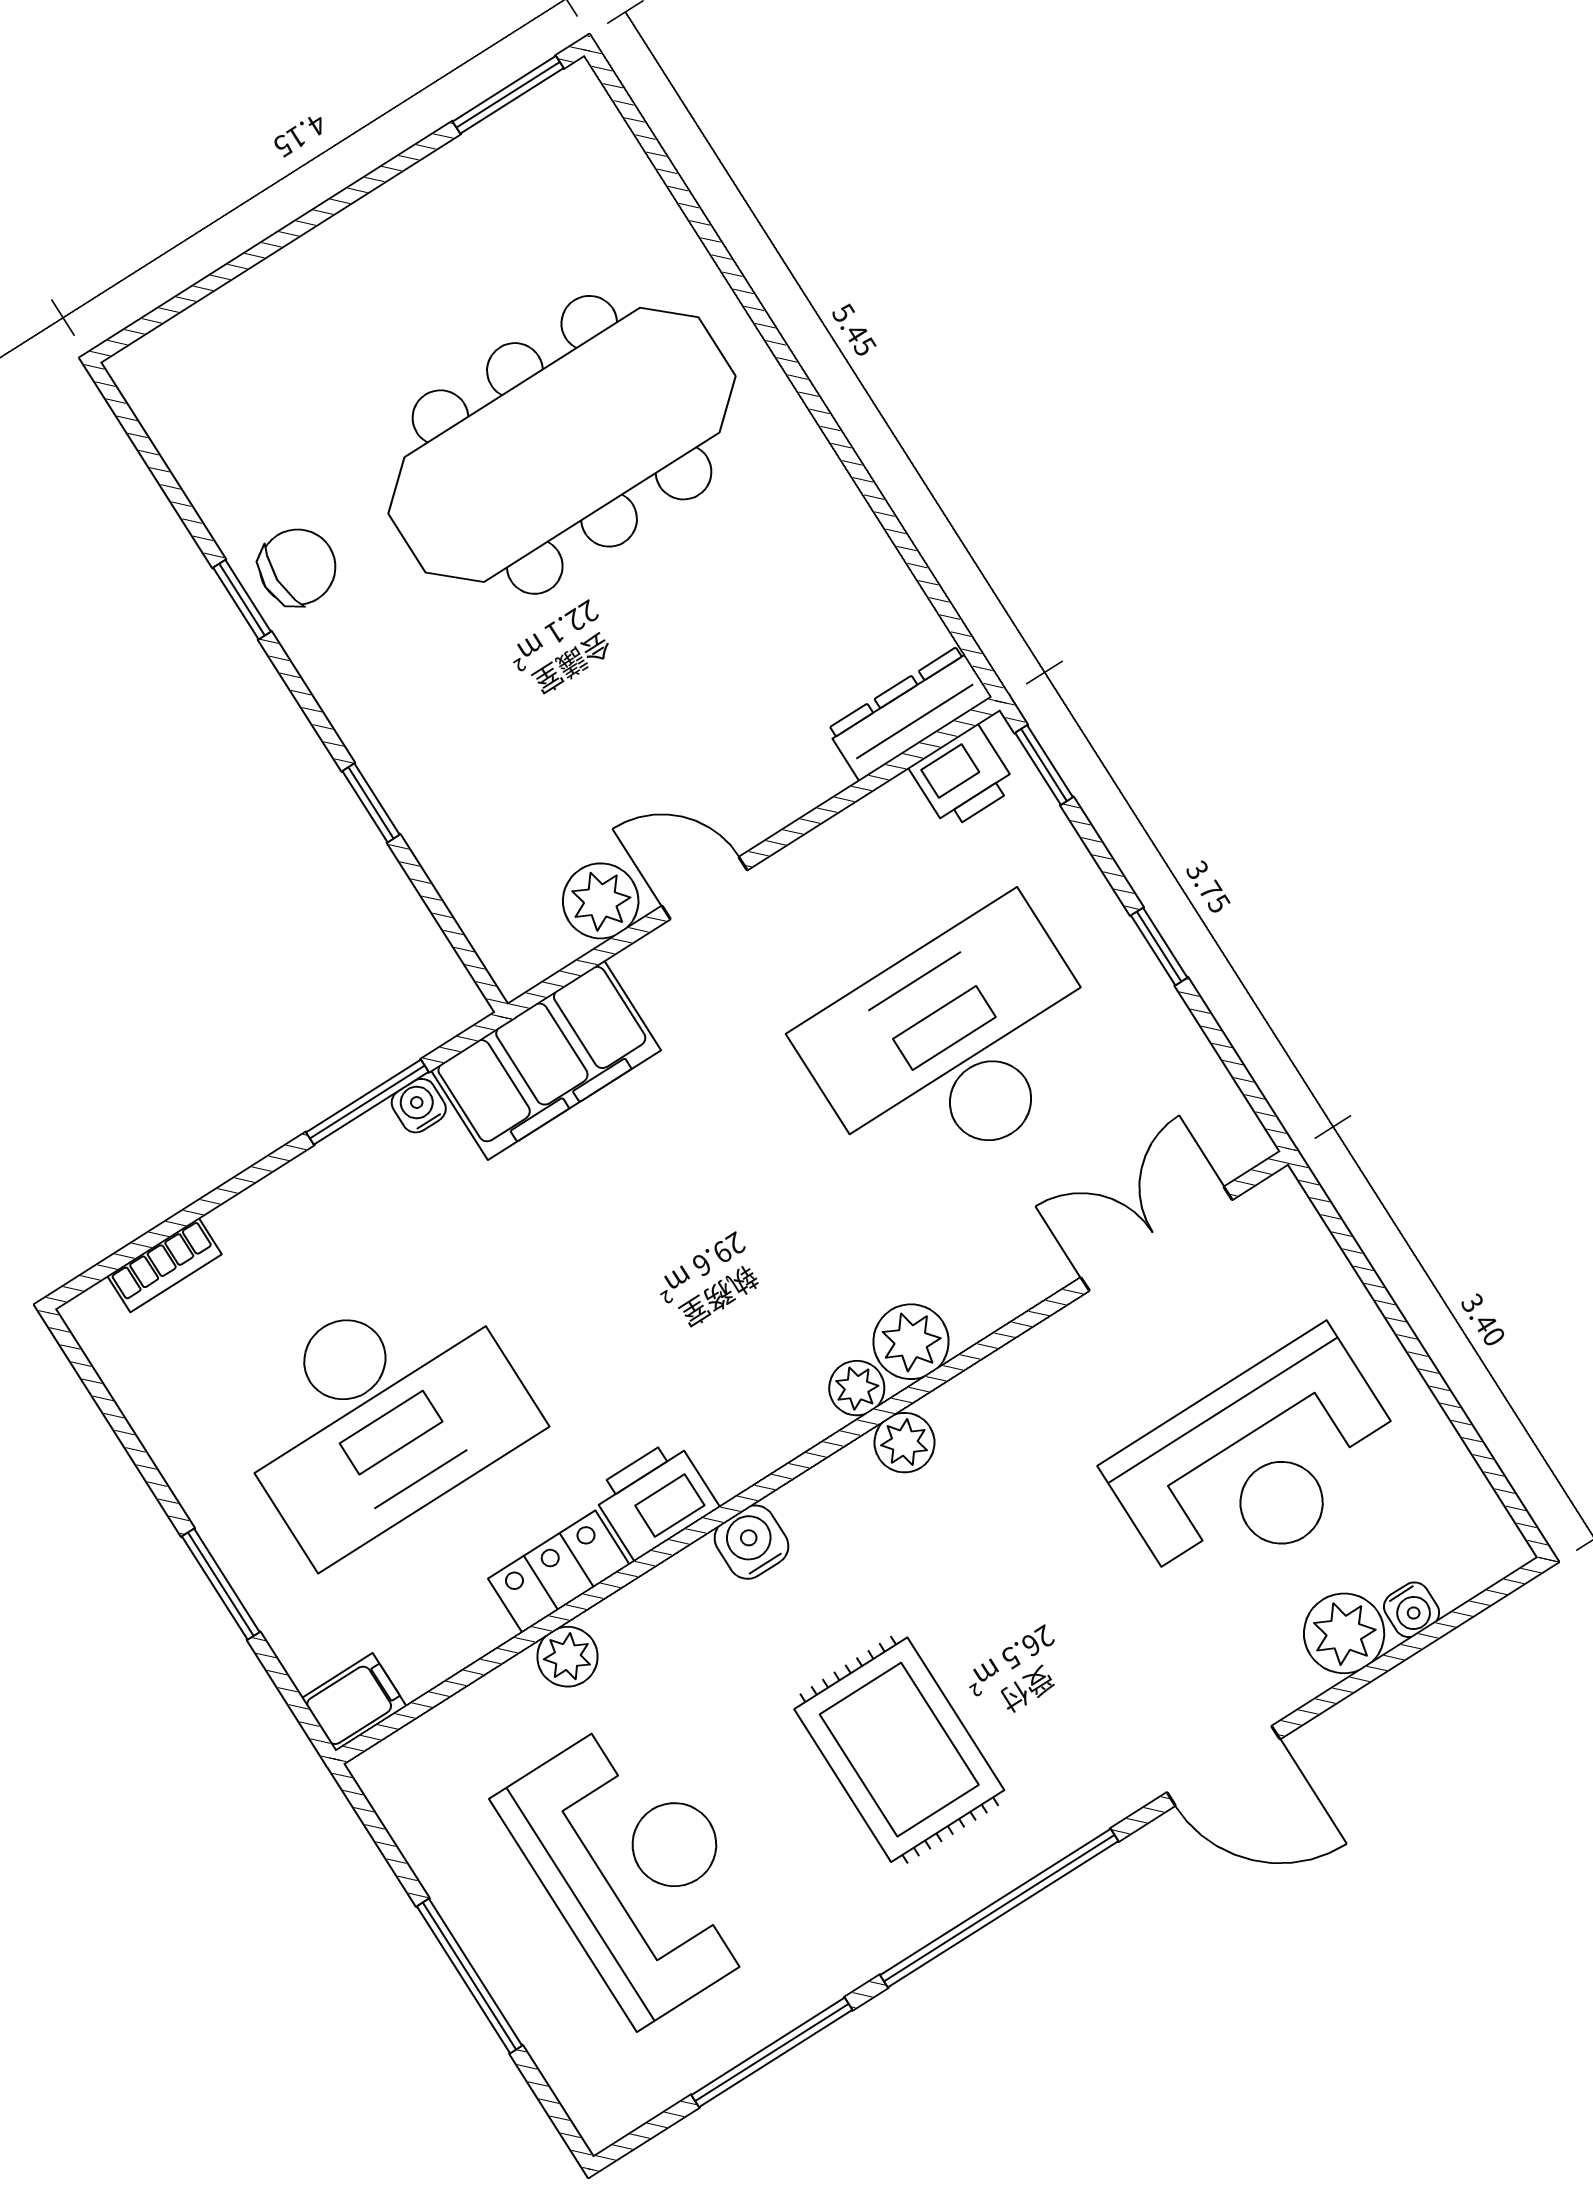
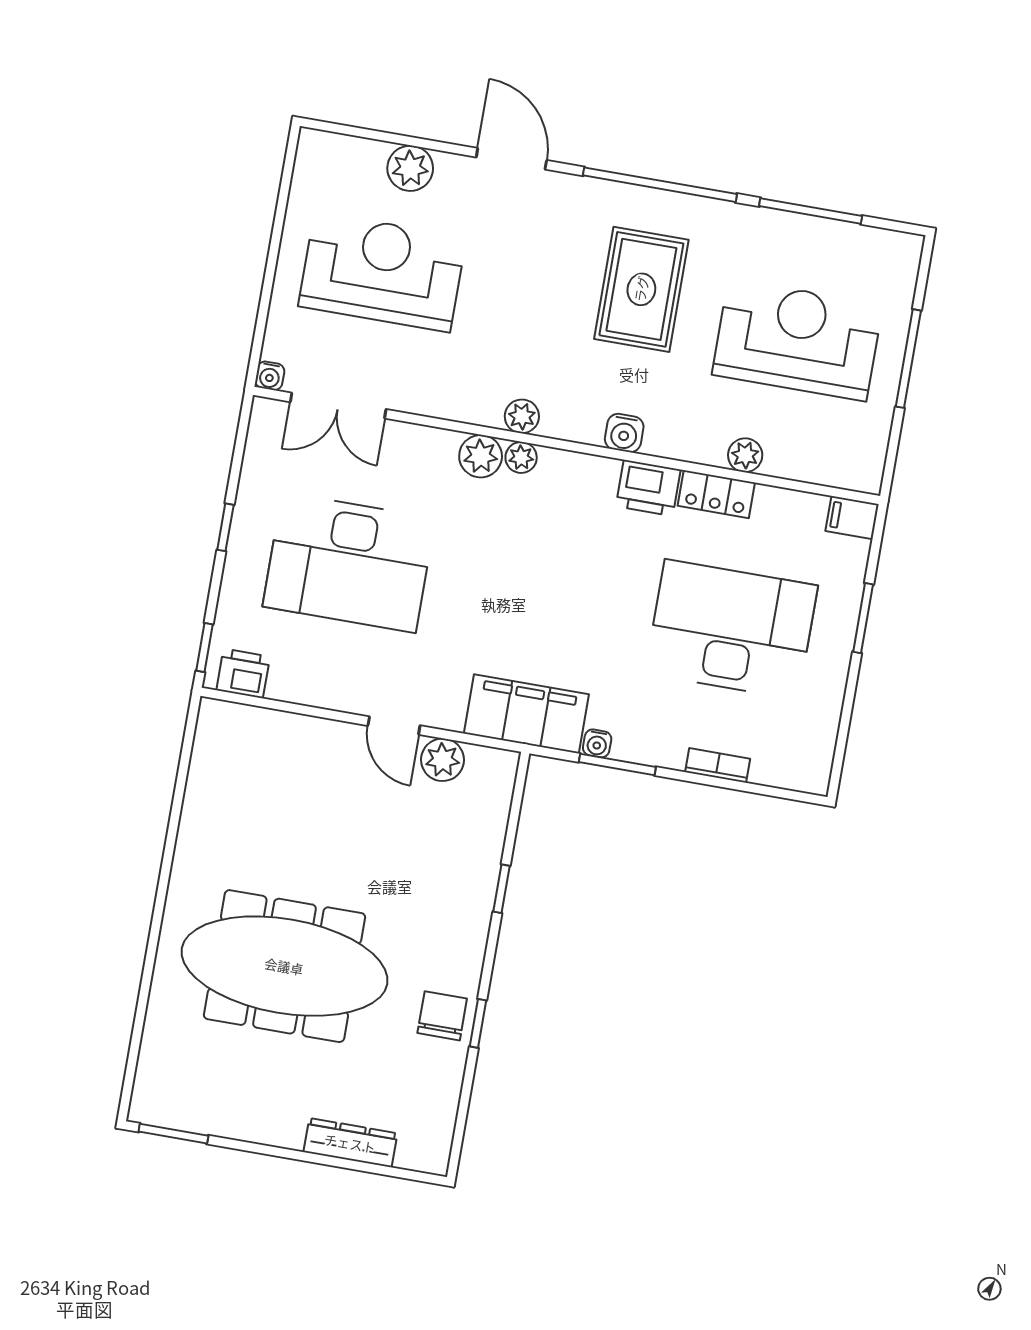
chair: (298, 567) -> (442, 1016), turned 90
dresser: (909, 713) -> (350, 1143), moved, turned 180
bookcase: (164, 1265) -> (718, 765), moved
water cooler: (1412, 1610) -> (270, 376), moved, turned 180
reception desk: (636, 1869) -> (797, 340), turned 90

